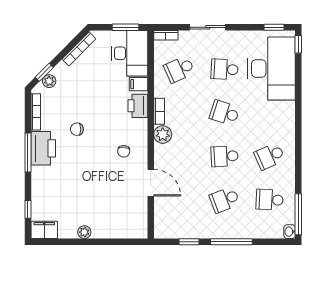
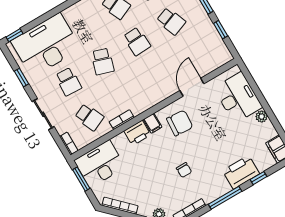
window: (274, 27) -> (21, 78), moved
filing cabinet: (139, 84) -> (153, 123), moved
bookcase: (159, 111) -> (122, 120), moved
plant: (163, 135) -> (148, 100), removed
printer: (43, 148) -> (241, 172), moved
chair: (124, 151) -> (180, 123), width x1.87, depth x1.87
window: (28, 209) -> (259, 178), moved
desk: (115, 220) -> (238, 98), added

